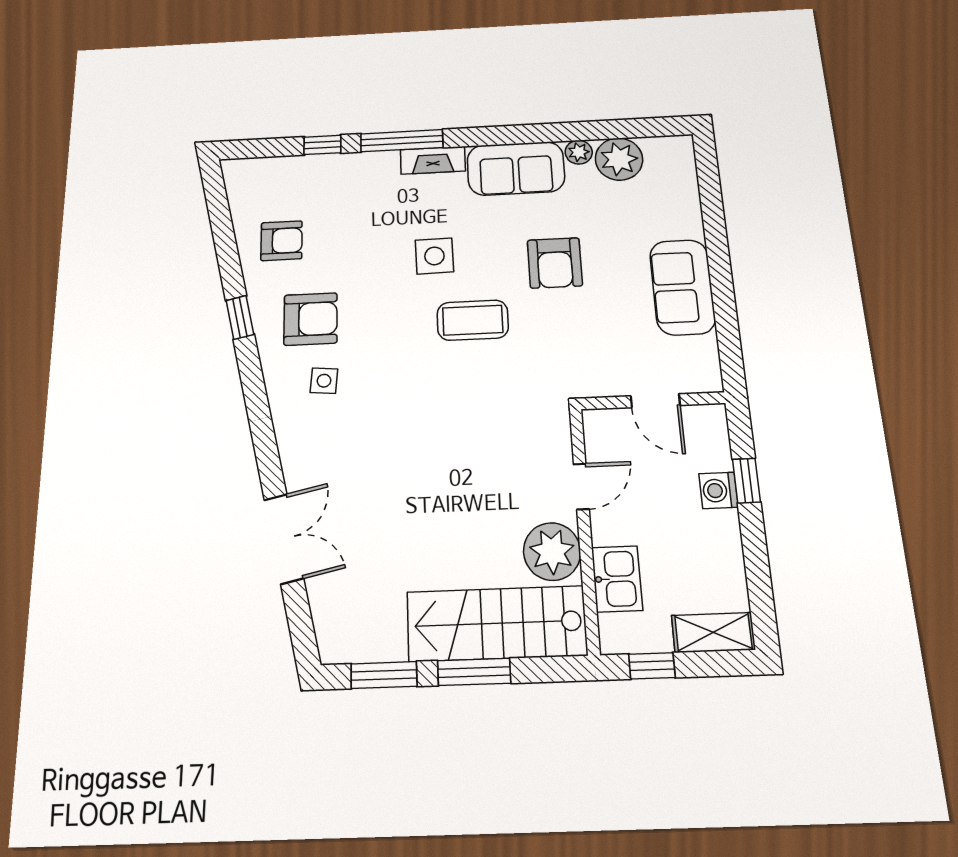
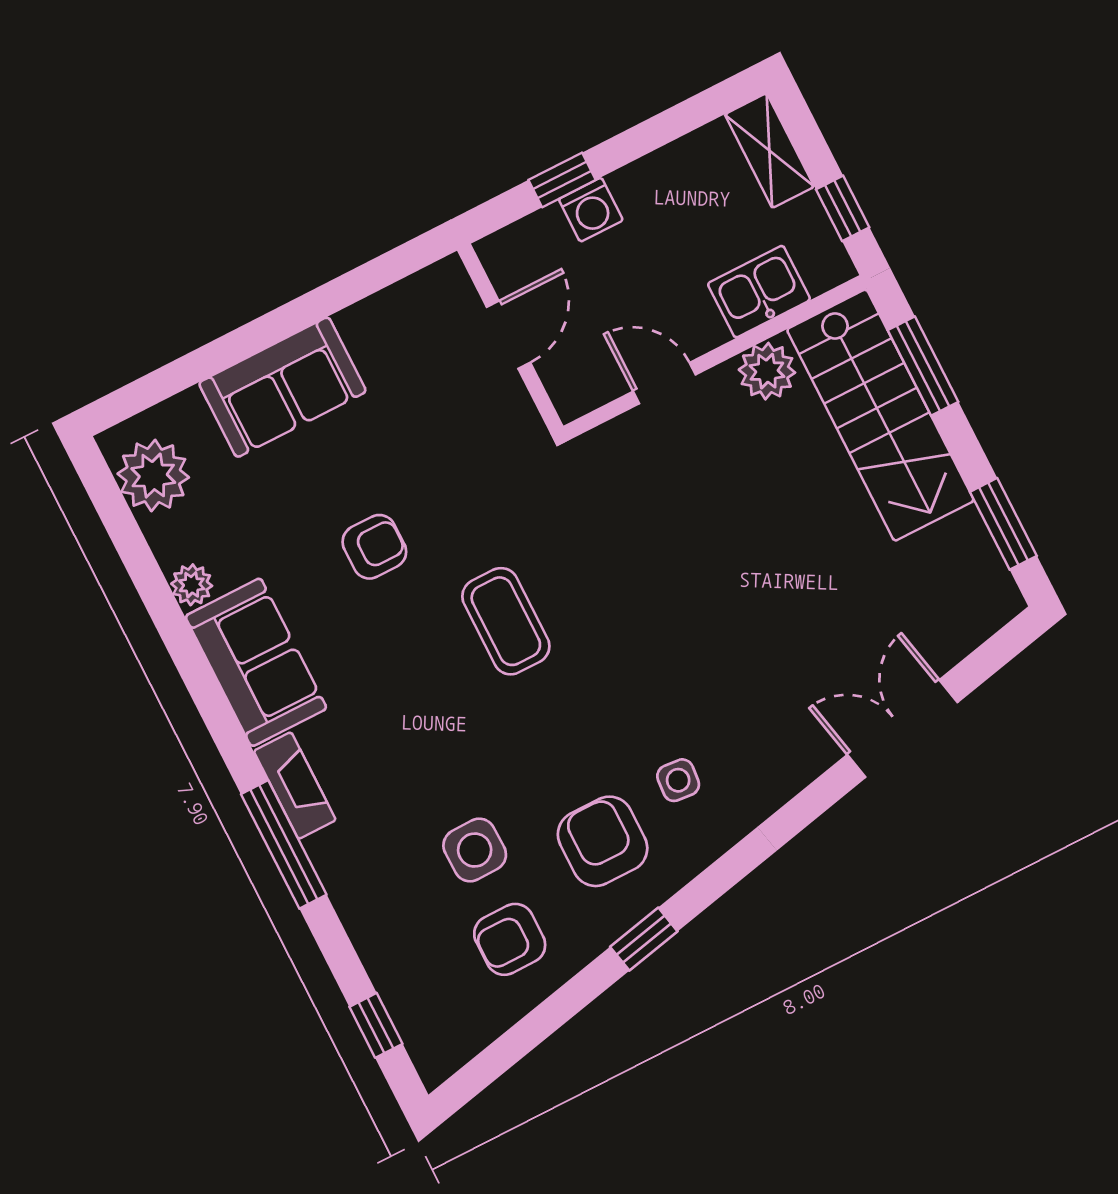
window: (322, 145) -> (376, 1025), moved
plant: (619, 159) -> (153, 476), moved
armchair: (282, 241) -> (510, 939), turned -90
side table: (434, 256) -> (475, 850), moved
armchair: (555, 263) -> (374, 547), width x0.72, depth x0.72
sofa: (682, 287) -> (282, 387), moved
plant: (552, 551) -> (767, 371), width x0.73, depth x0.73
window: (474, 672) -> (923, 366), moved

